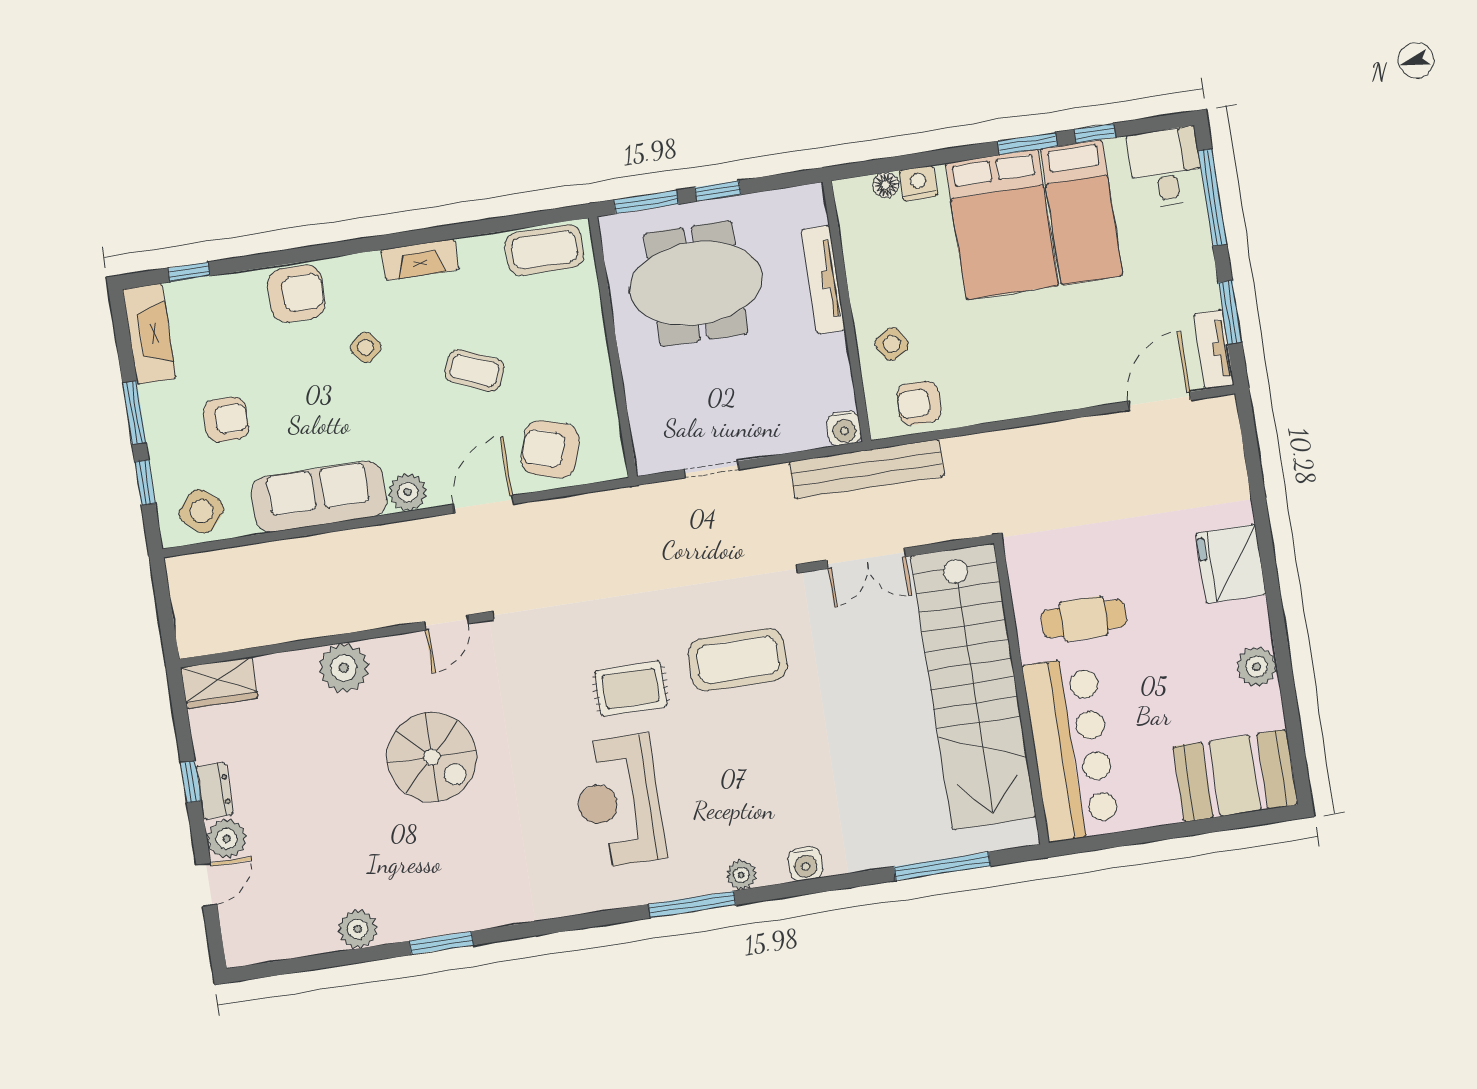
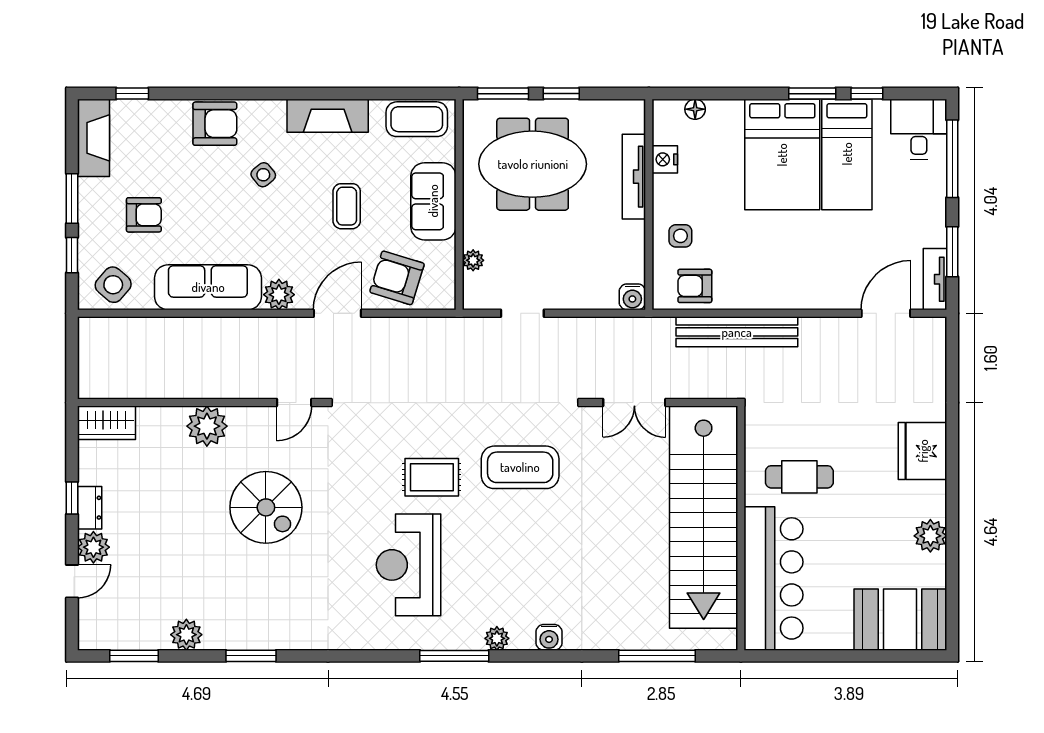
nightstand: (918, 183) -> (665, 159), moved, turned -90
fireplace: (420, 260) -> (328, 116), width x1.37, depth x1.32
side table: (892, 344) -> (680, 236), turned 30
sofa: (581, 348) -> (433, 201), added
coffee table: (475, 370) -> (347, 206), turned 67
plant: (641, 413) -> (473, 260), added
bench: (867, 469) -> (737, 332), moved
window: (297, 965) -> (134, 656), added

